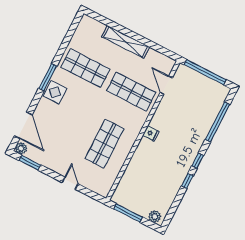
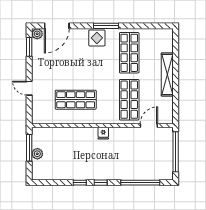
door: (70, 183) -> (29, 88), swing flipped
plant: (155, 217) -> (37, 154), moved

